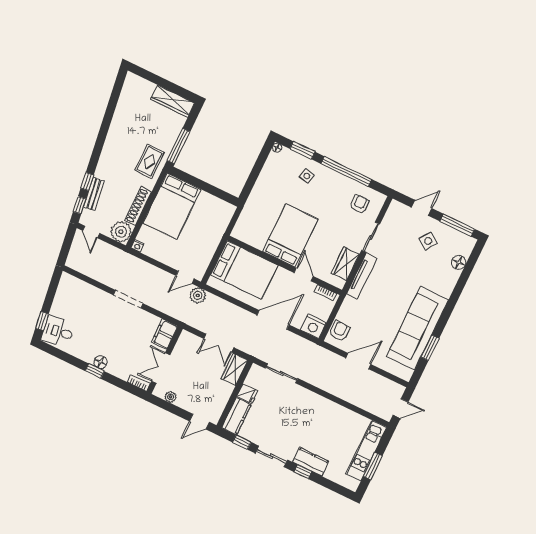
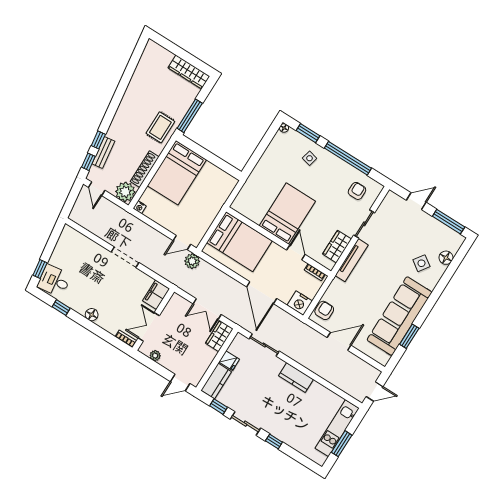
side table: (428, 241) -> (421, 263), moved
door: (273, 320) -> (262, 293), swing flipped
window: (95, 371) -> (61, 308), moved
kitchen counter: (311, 462) -> (296, 378), moved, turned 180

